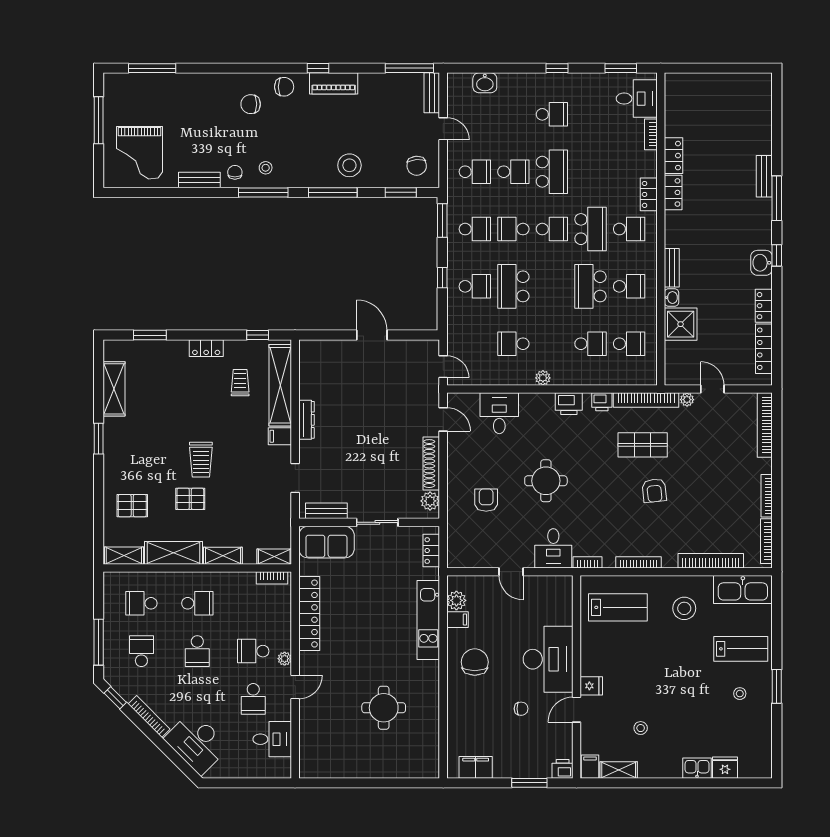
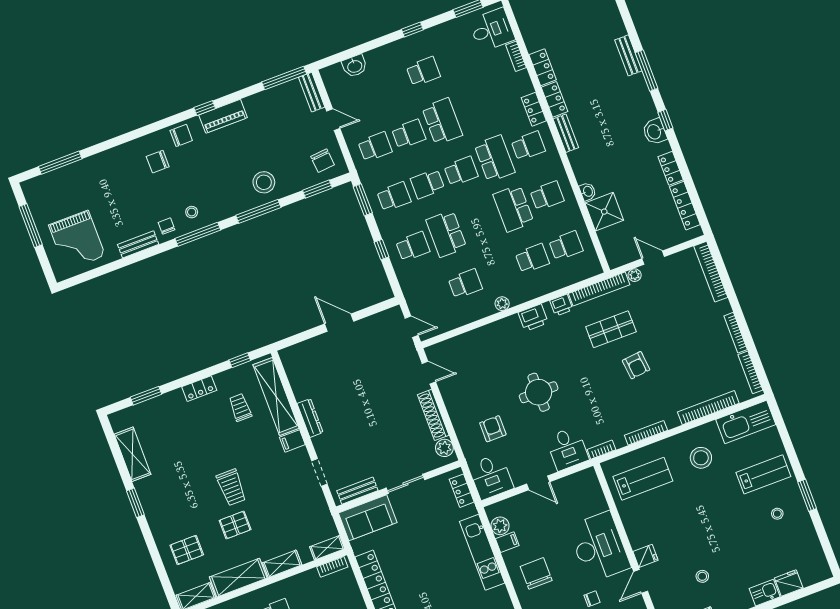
bench: (672, 268) -> (566, 133), moved
school desk: (513, 344) -> (465, 284), turned 180
desk: (499, 413) -> (491, 477), moved, turned 180

